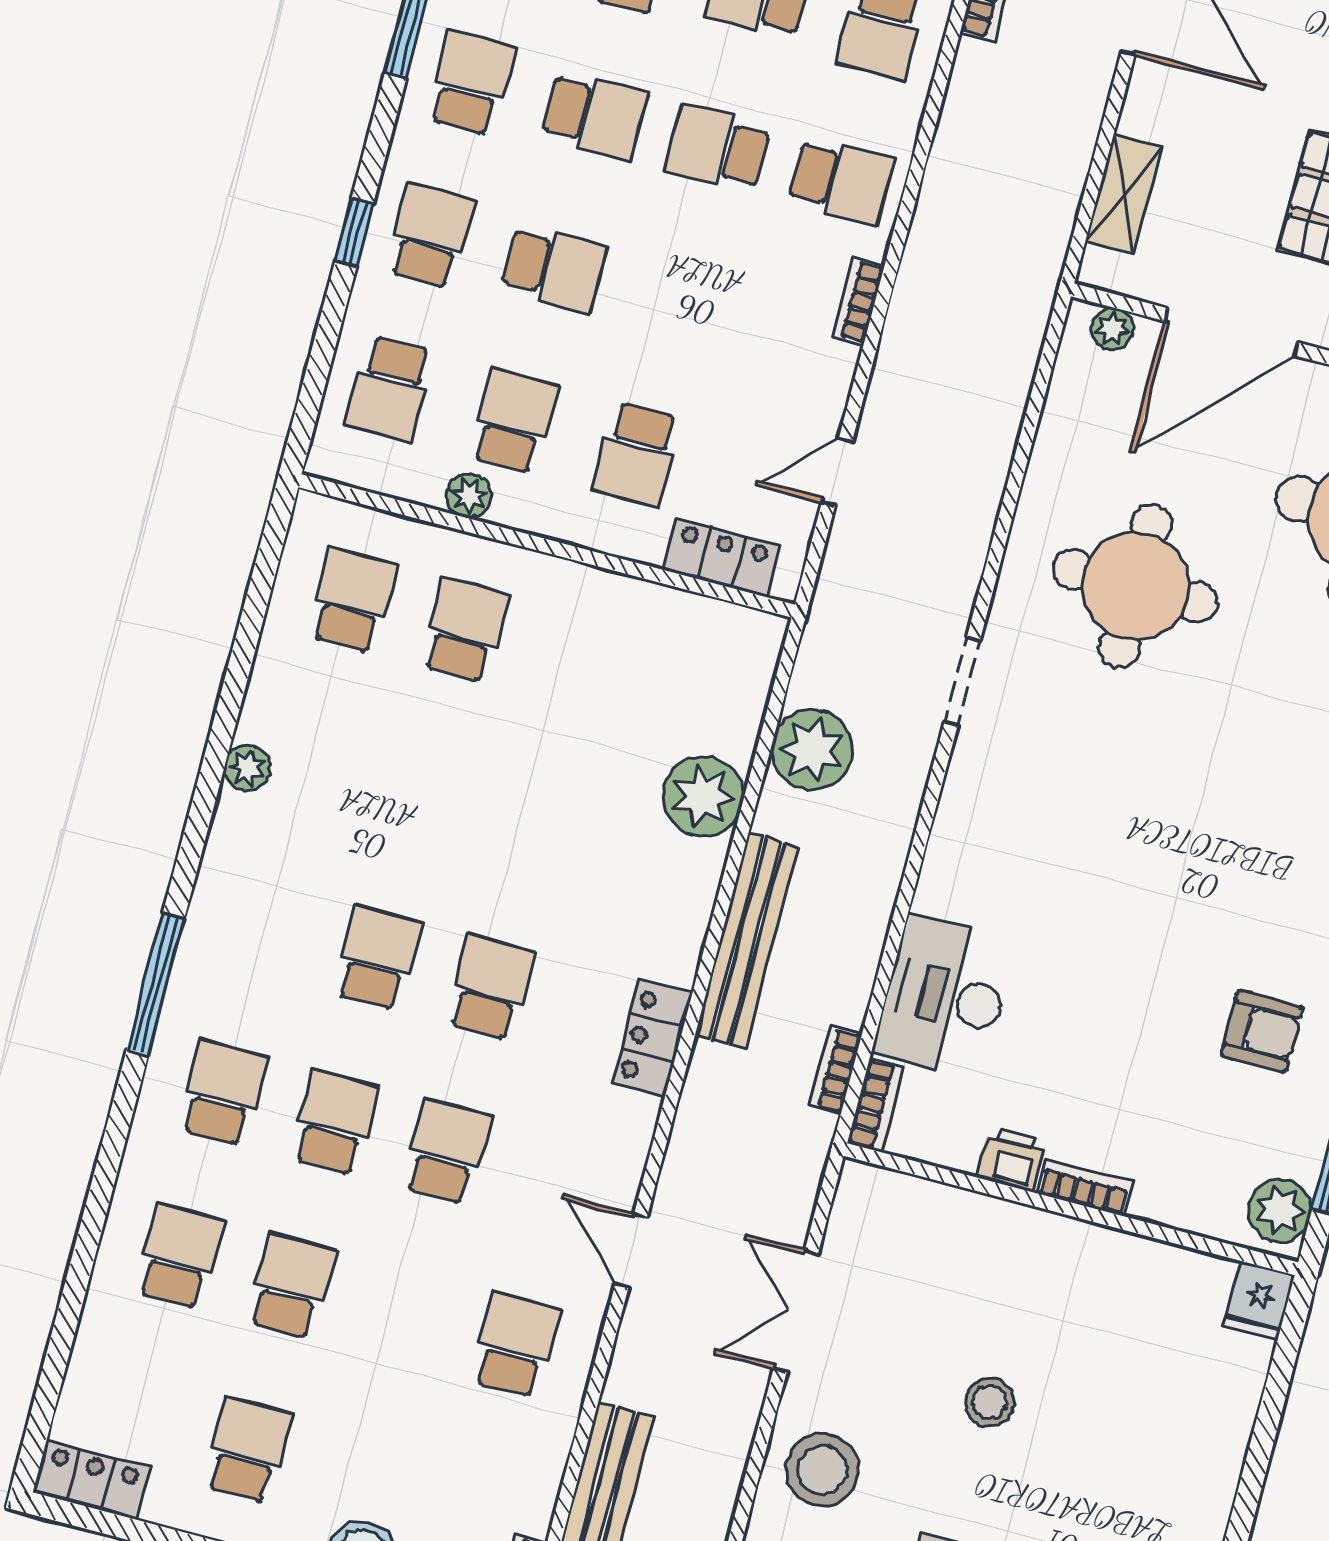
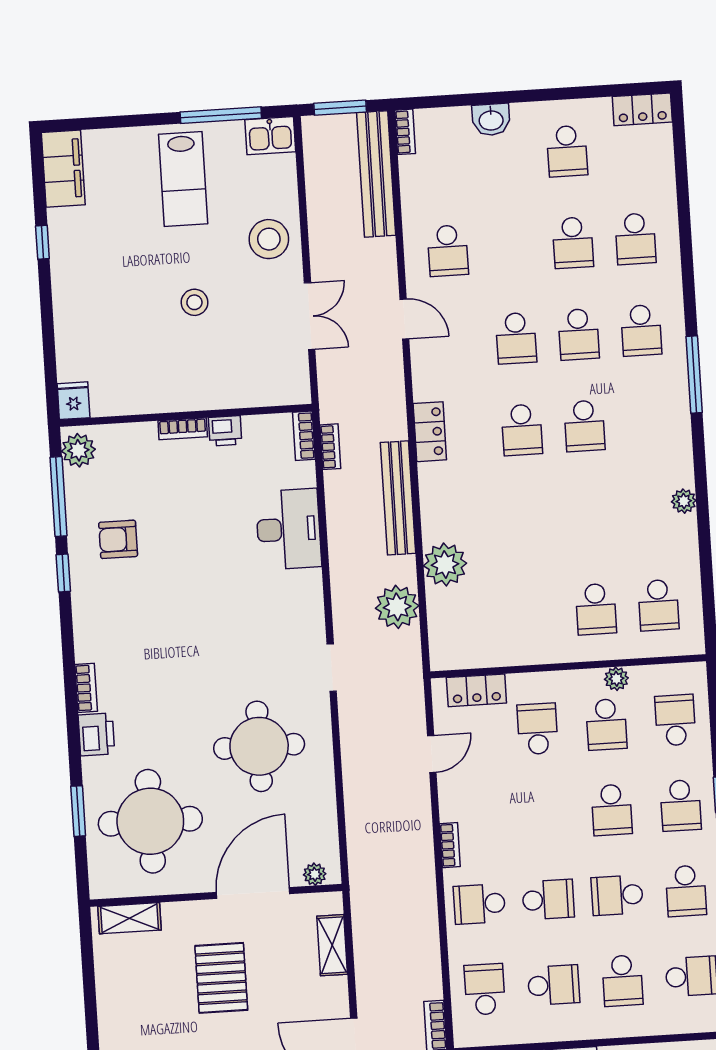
school desk: (554, 269) -> (612, 810), turned -90
desk: (945, 997) -> (288, 529), moved

